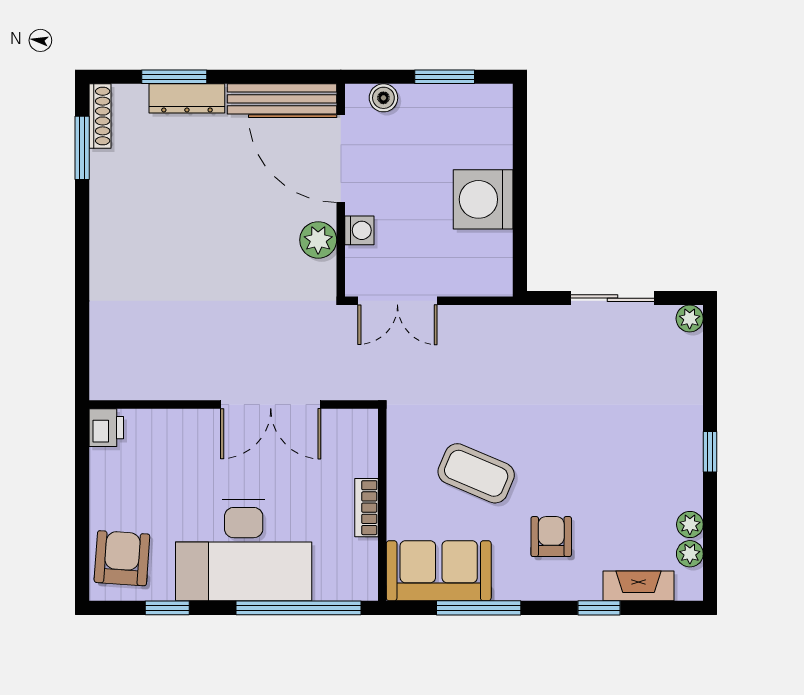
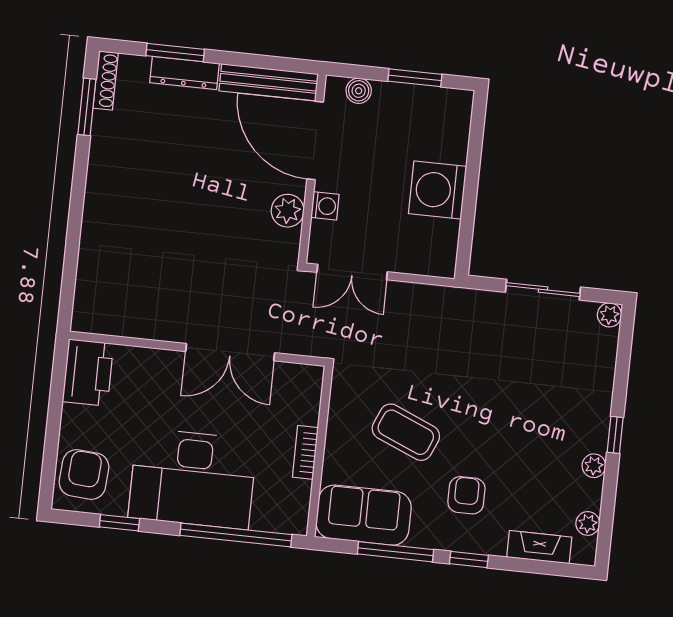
printer: (106, 428) -> (88, 373), width x1.87, depth x1.48
plant: (690, 524) -> (594, 466), moved
window: (599, 608) -> (469, 559), moved

